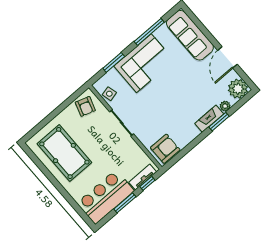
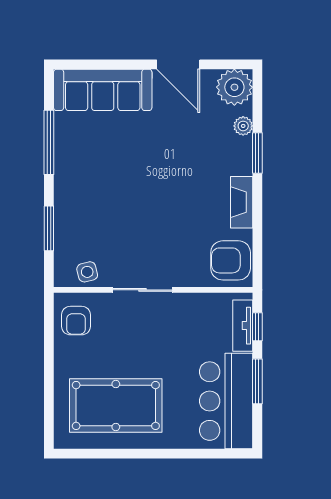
corner sofa: (144, 63) -> (86, 187), removed
armchair: (85, 106) -> (76, 321), turned 72
fireplace: (209, 119) -> (242, 202), moved
armchair: (165, 149) -> (231, 260), turned -90

